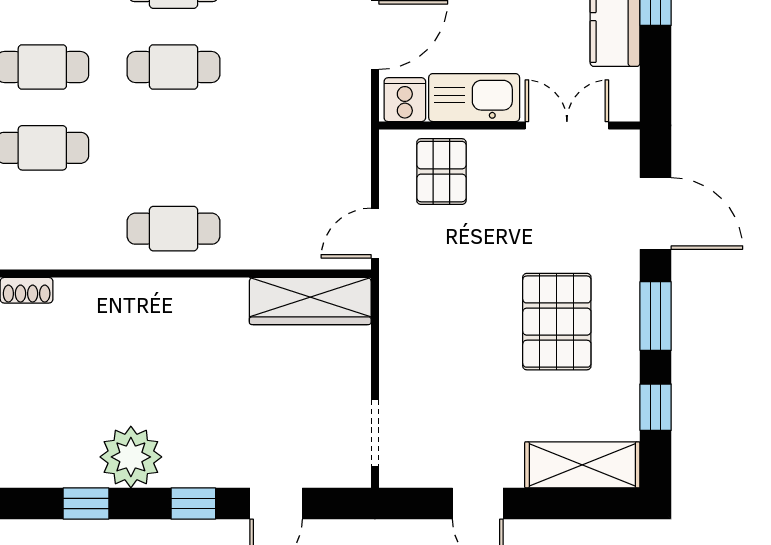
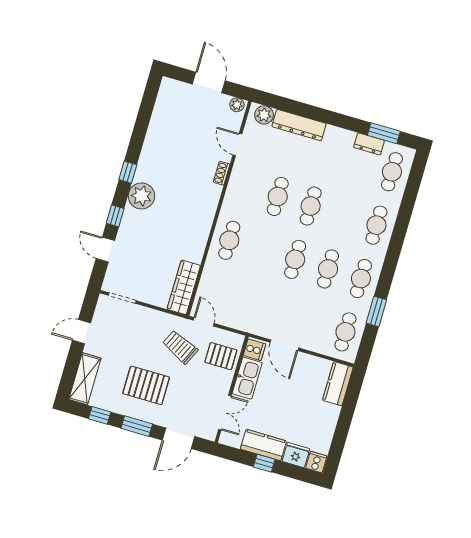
trolley: (448, 270) -> (180, 347), added

